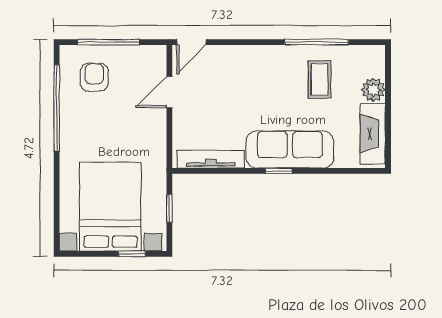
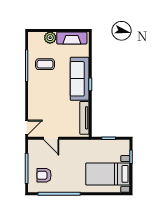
door: (191, 42) -> (27, 127), hinge flipped
bed with nightstands: (110, 207) -> (108, 174), width x0.73

